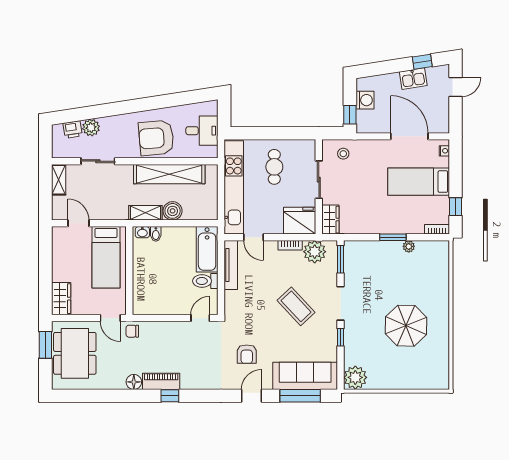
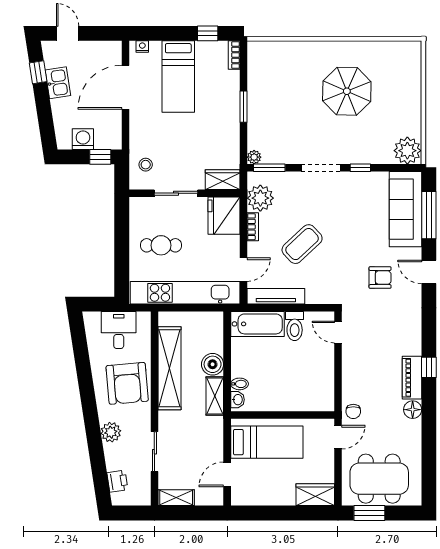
plant: (91, 128) -> (111, 432), moved
plant: (409, 246) -> (254, 157), moved
coffee table: (296, 306) -> (302, 244), moved

